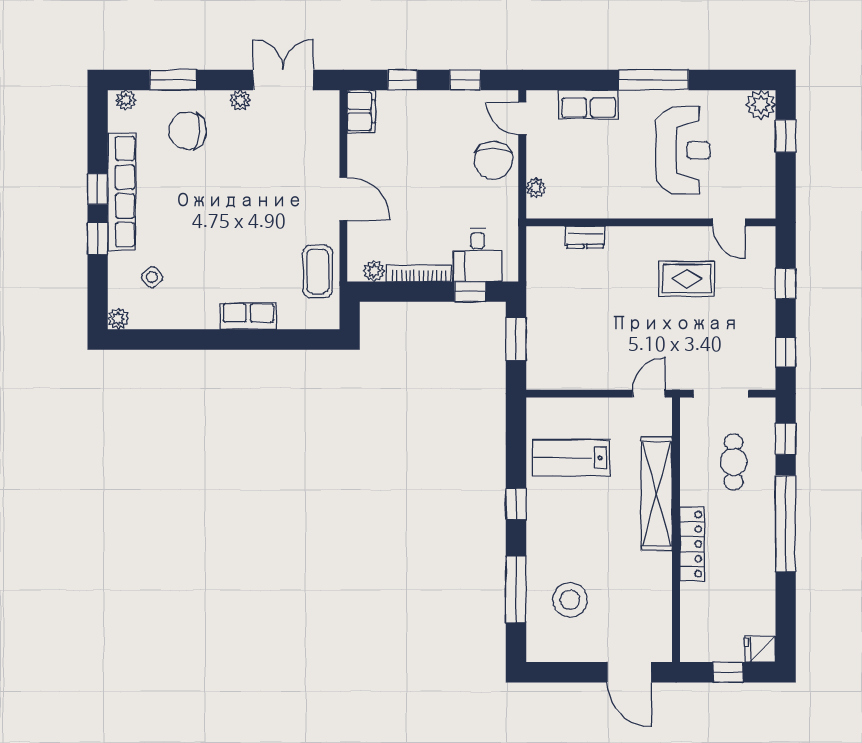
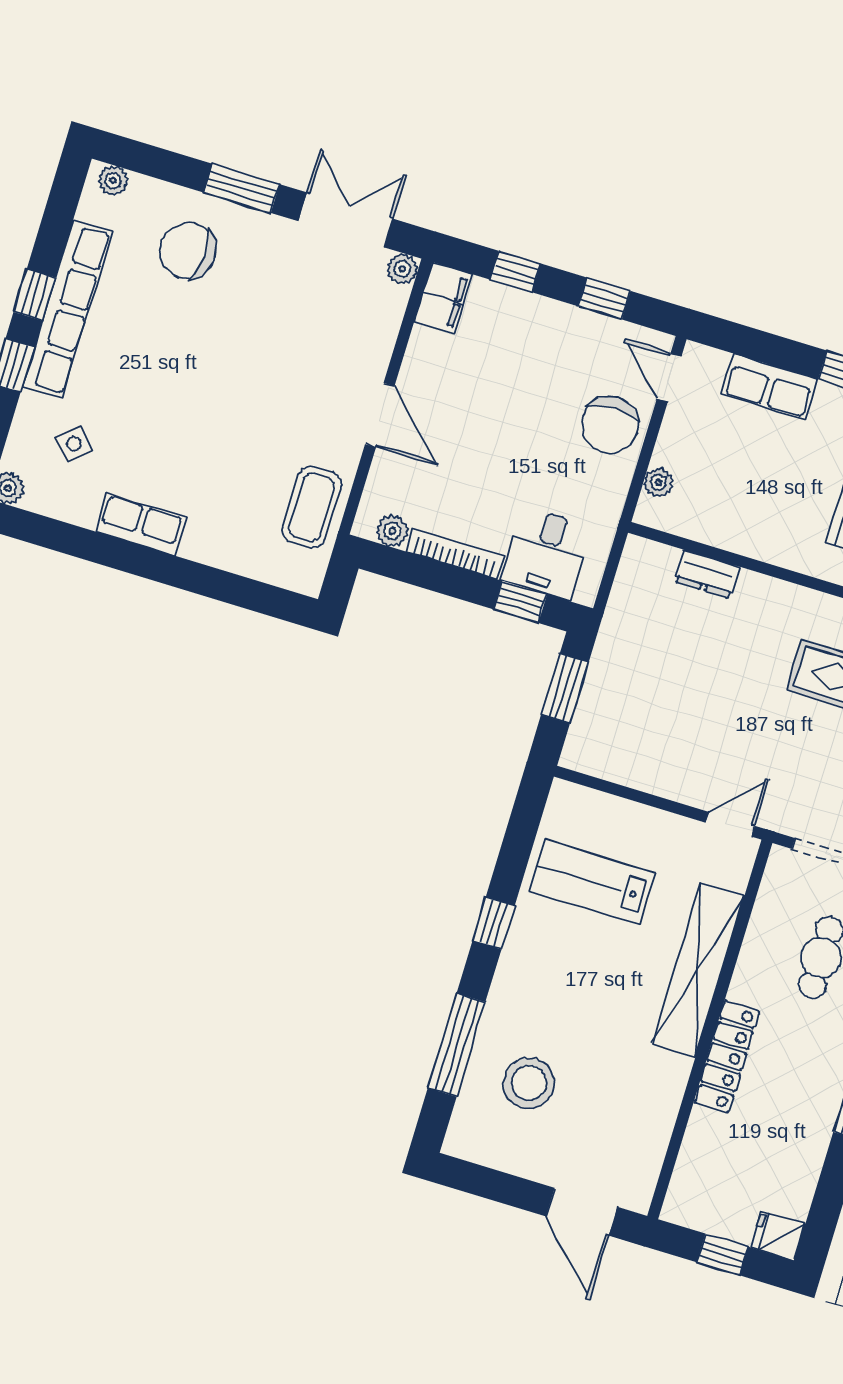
window: (173, 80) -> (242, 188), moved
plant: (240, 100) -> (402, 269), moved
row of seats: (248, 316) -> (141, 525), moved

